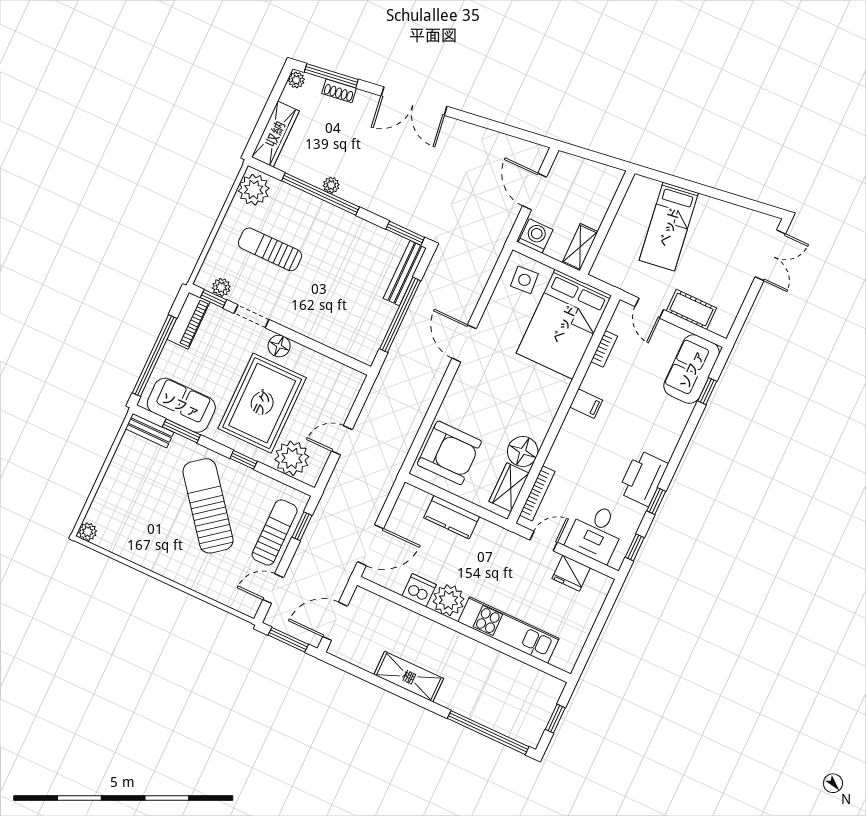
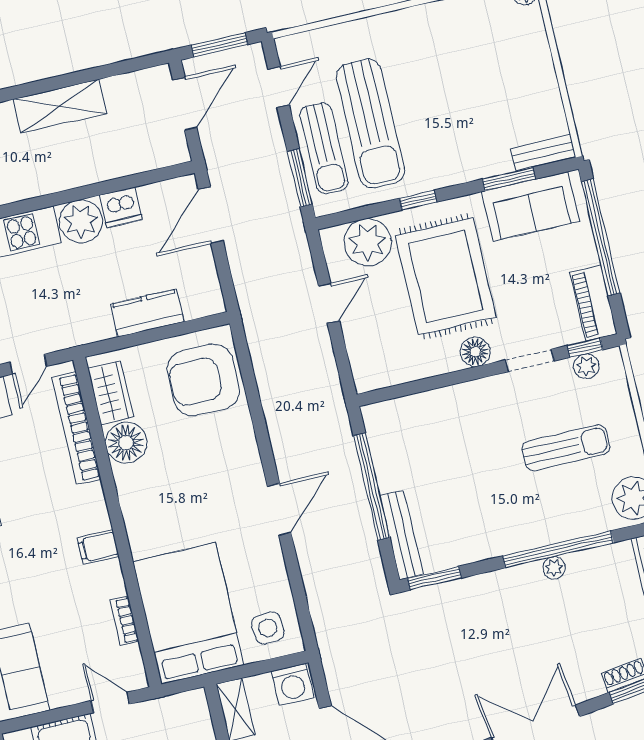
door: (464, 343) -> (279, 509), hinge flipped
bookcase: (537, 493) -> (76, 428), width x1.48, depth x1.31
sun lounger: (208, 506) -> (370, 123), moved, turned 38
window: (302, 526) -> (300, 178), width x1.50

